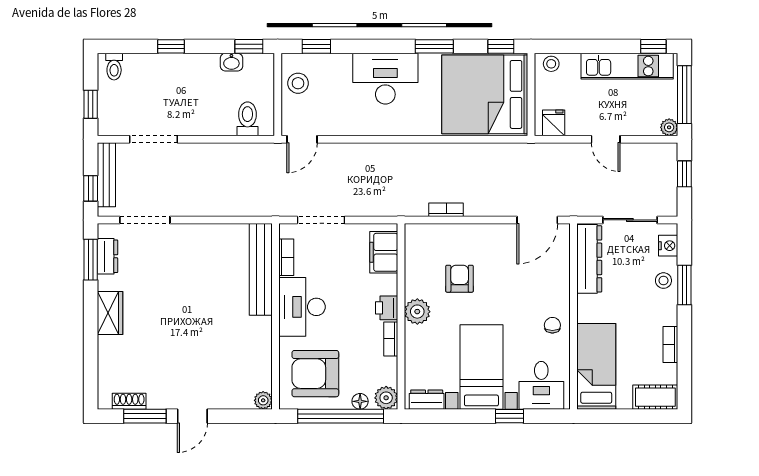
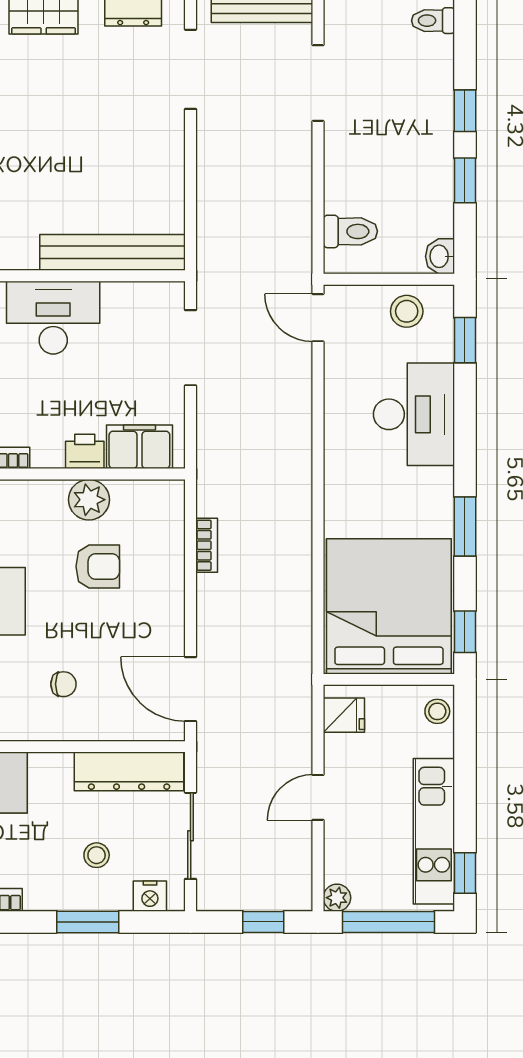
window: (249, 46) -> (465, 180), moved
washbasin: (231, 62) -> (440, 256), moved
desk: (385, 79) -> (414, 414), moved
bookcase: (286, 257) -> (132, 293), removed
stool: (663, 281) -> (97, 855), moved
printer: (387, 308) -> (85, 451), moved
plant: (417, 312) -> (89, 500), moved
chair: (552, 325) -> (63, 684), moved

